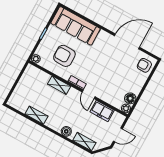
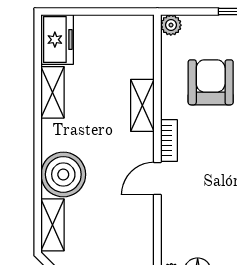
freezer: (102, 111) -> (57, 40), moved, turned 180
boiler: (66, 131) -> (63, 174), width x1.86, depth x1.86

